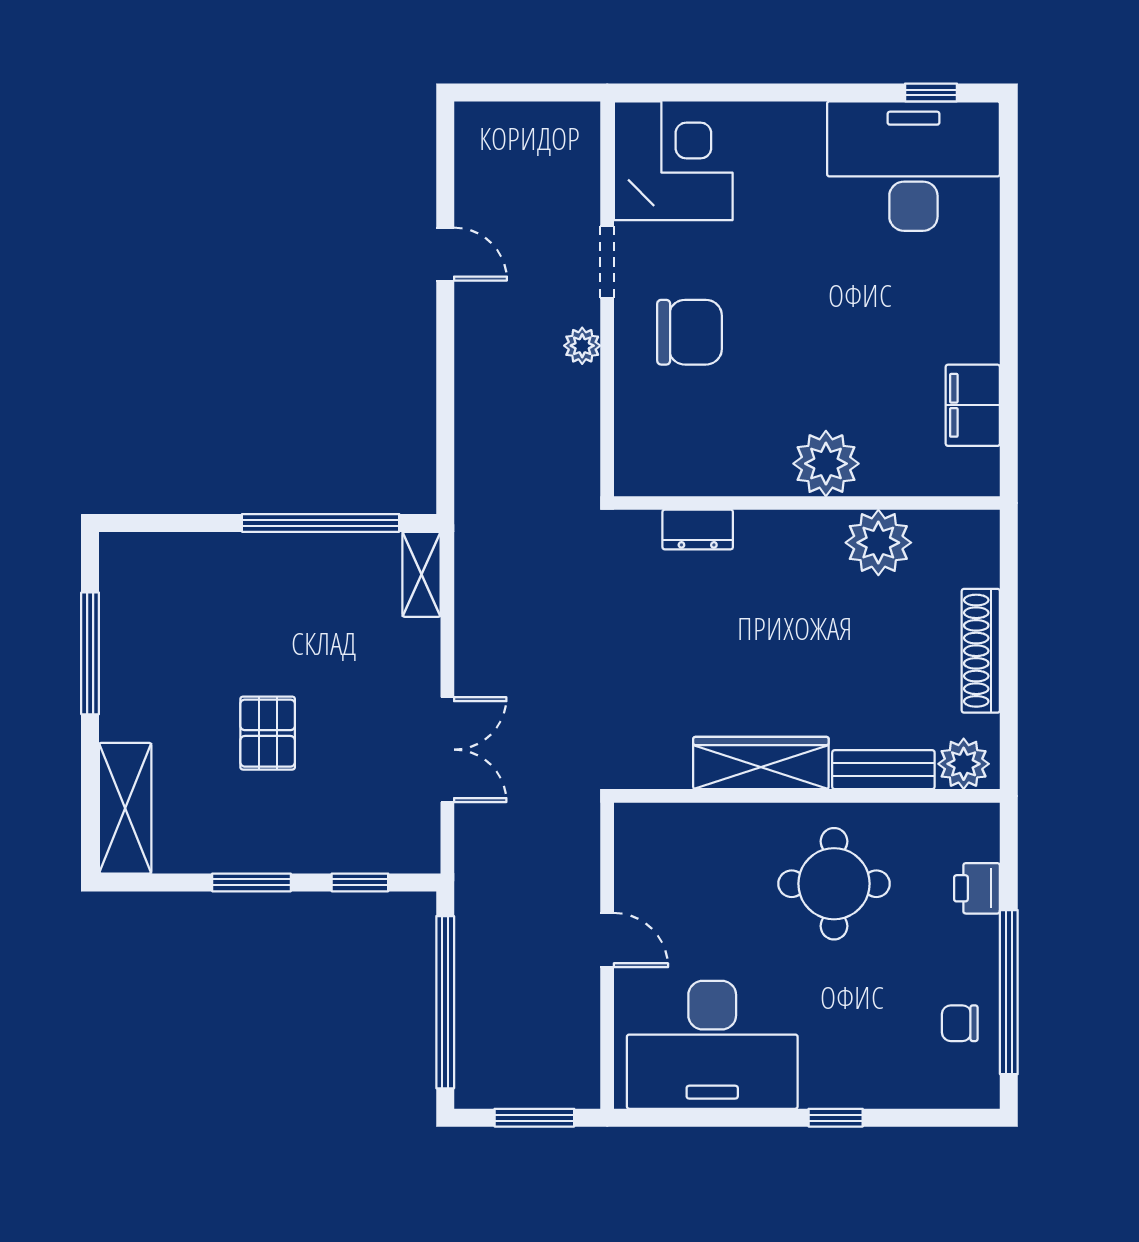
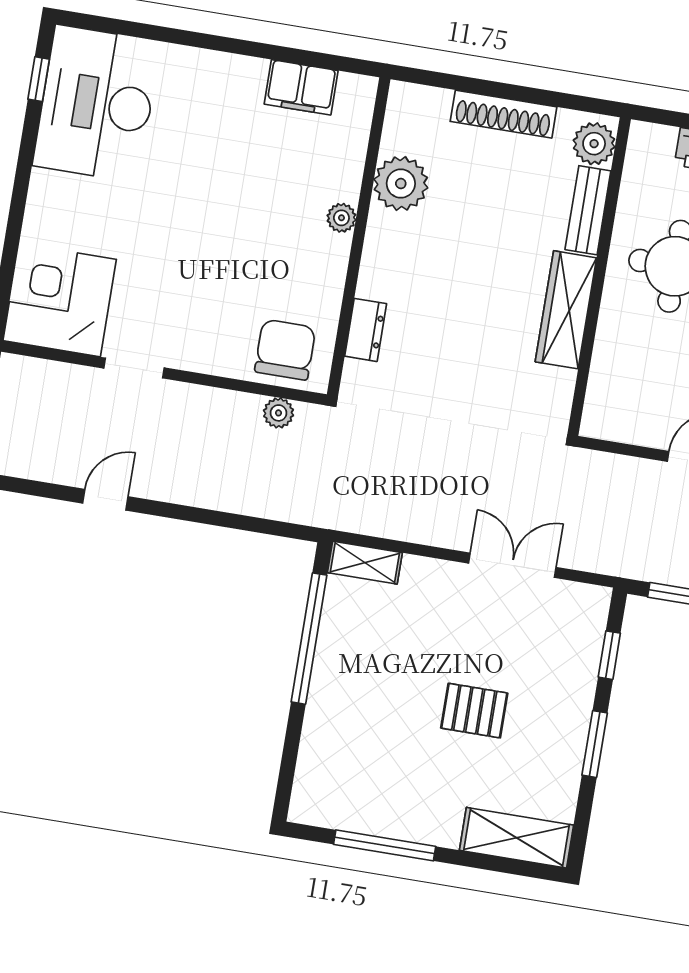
chair: (690, 332) -> (285, 350), moved
plant: (582, 346) -> (278, 413), moved
plant: (826, 464) -> (341, 218), width x0.53, depth x0.53

